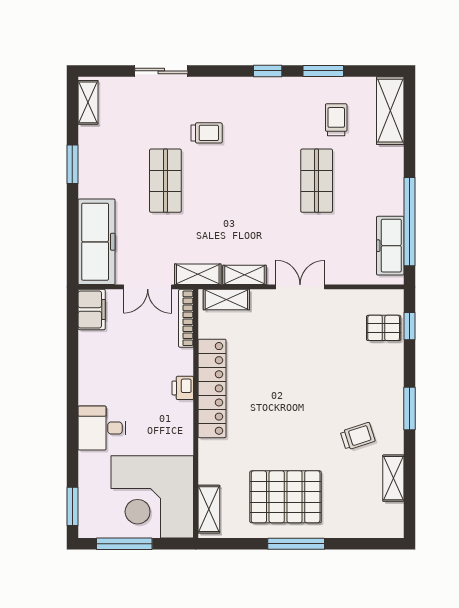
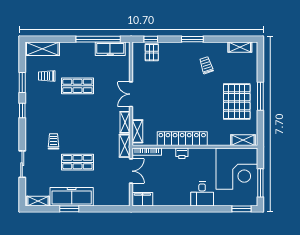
freezer: (97, 242) -> (72, 197), moved
shelving: (393, 478) -> (240, 47), moved

